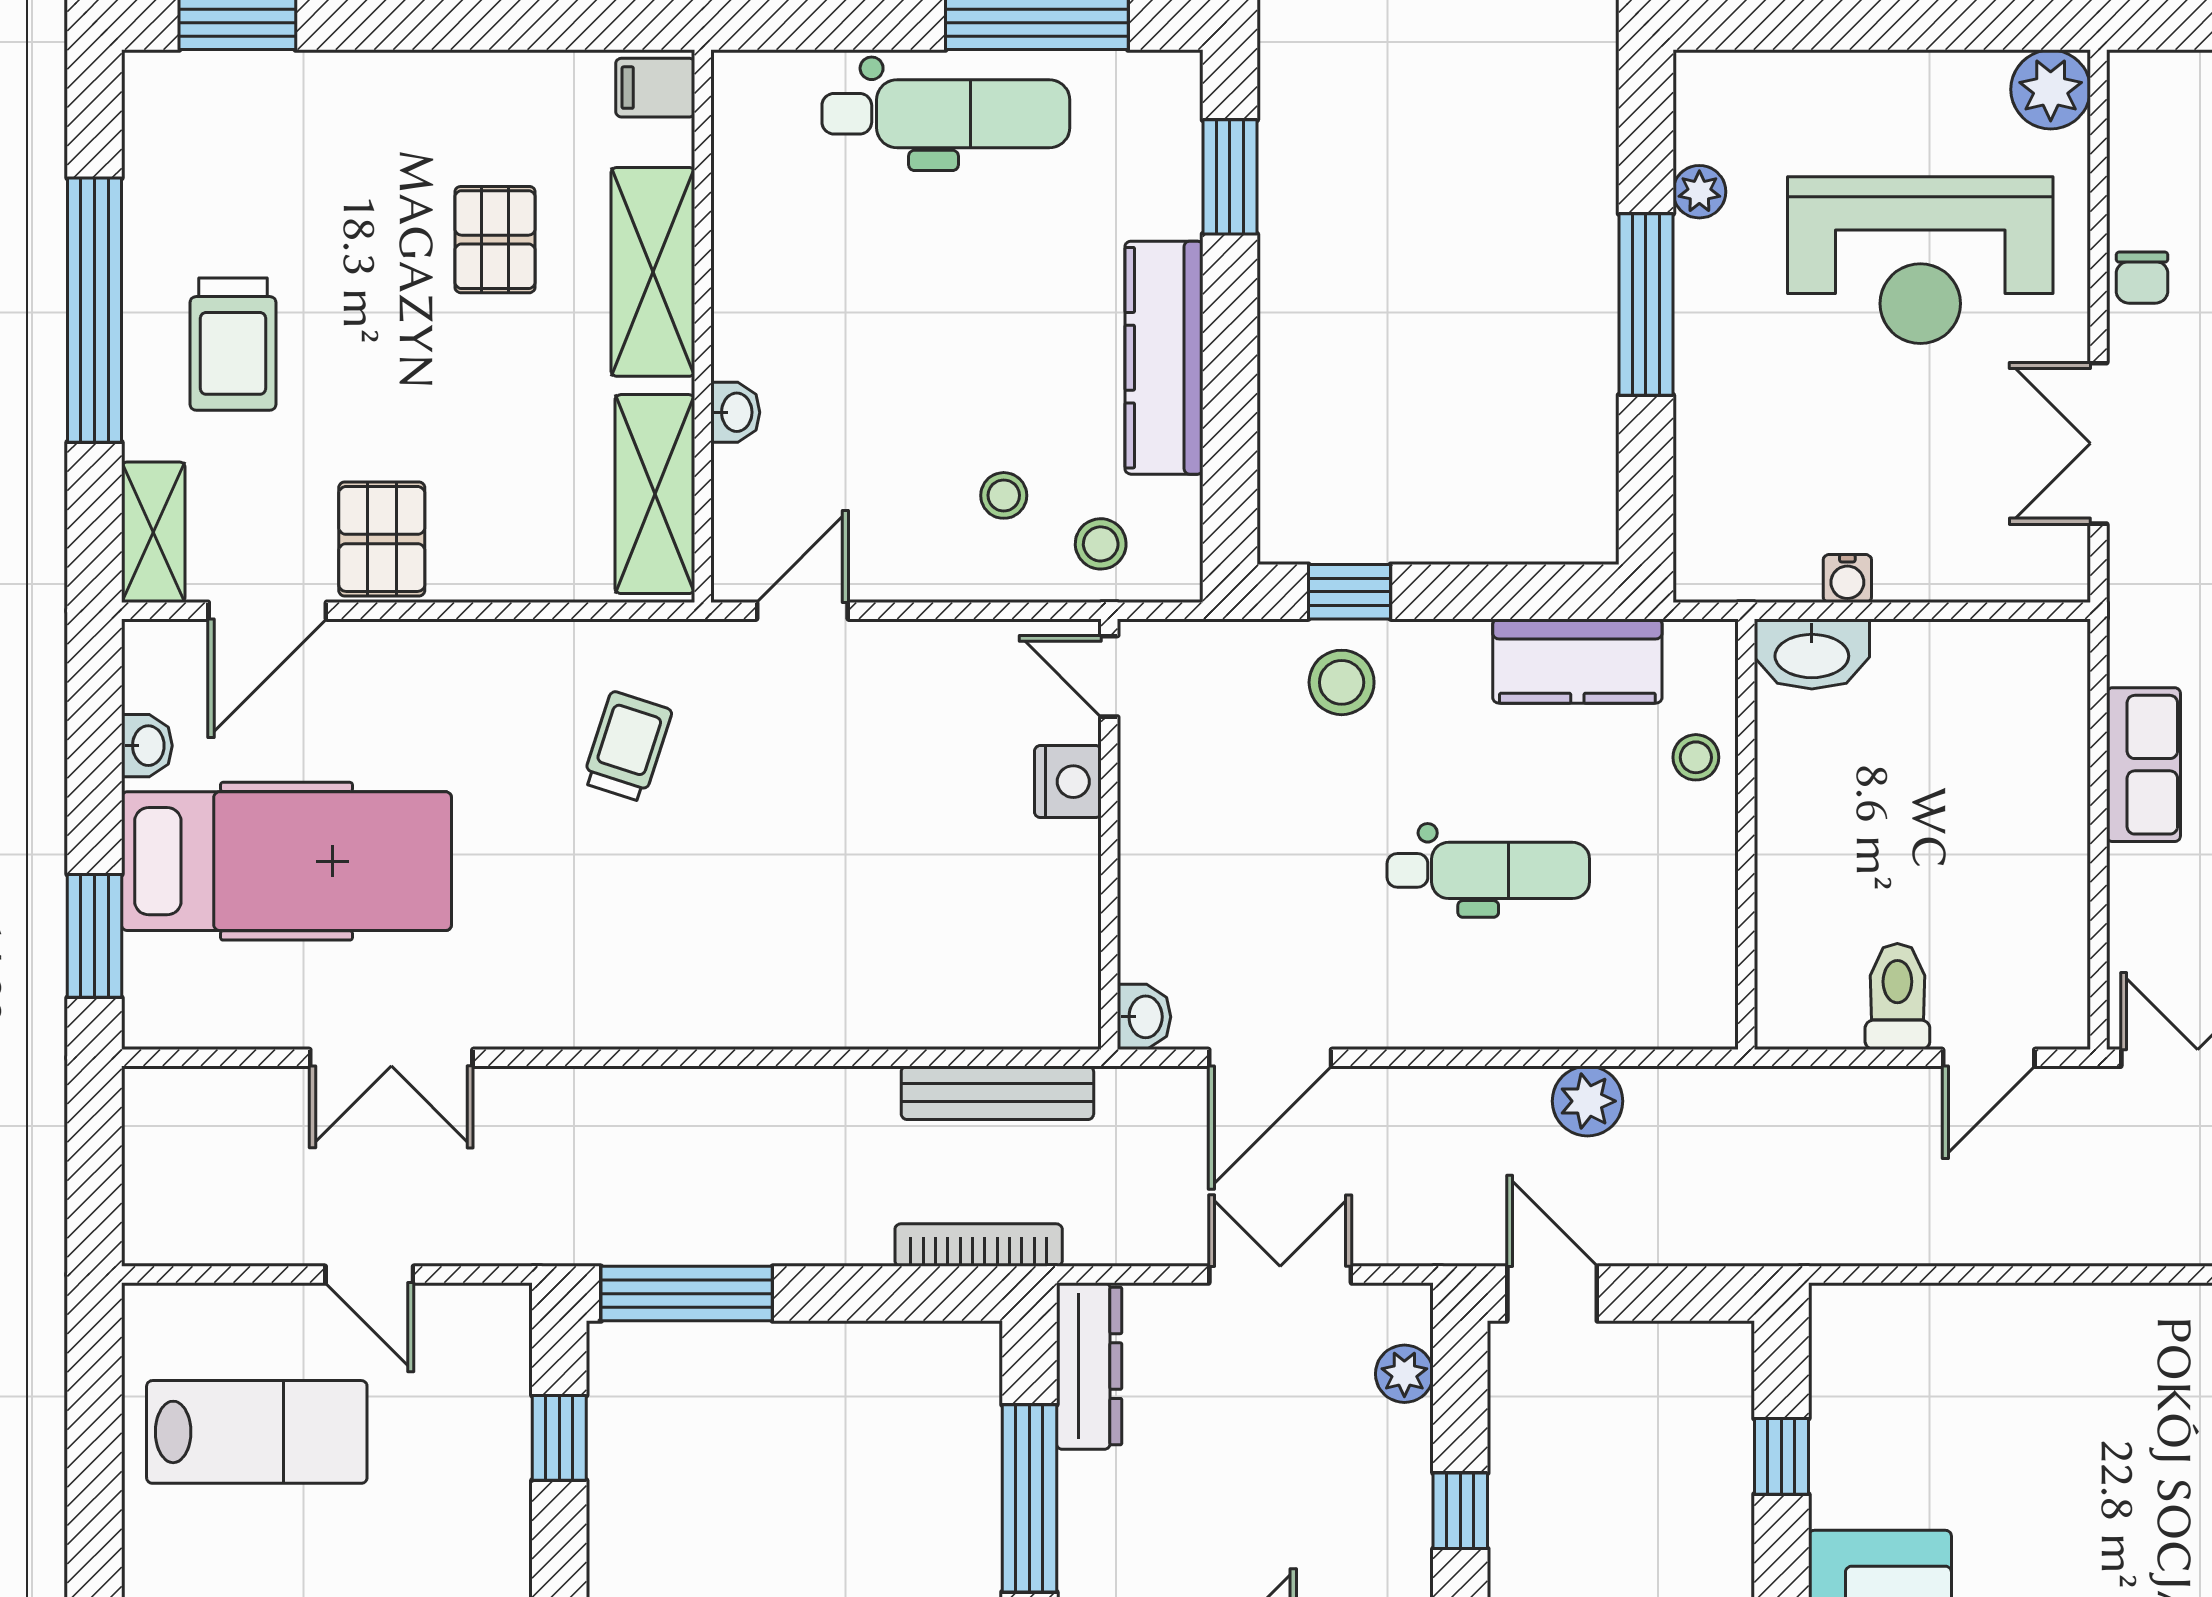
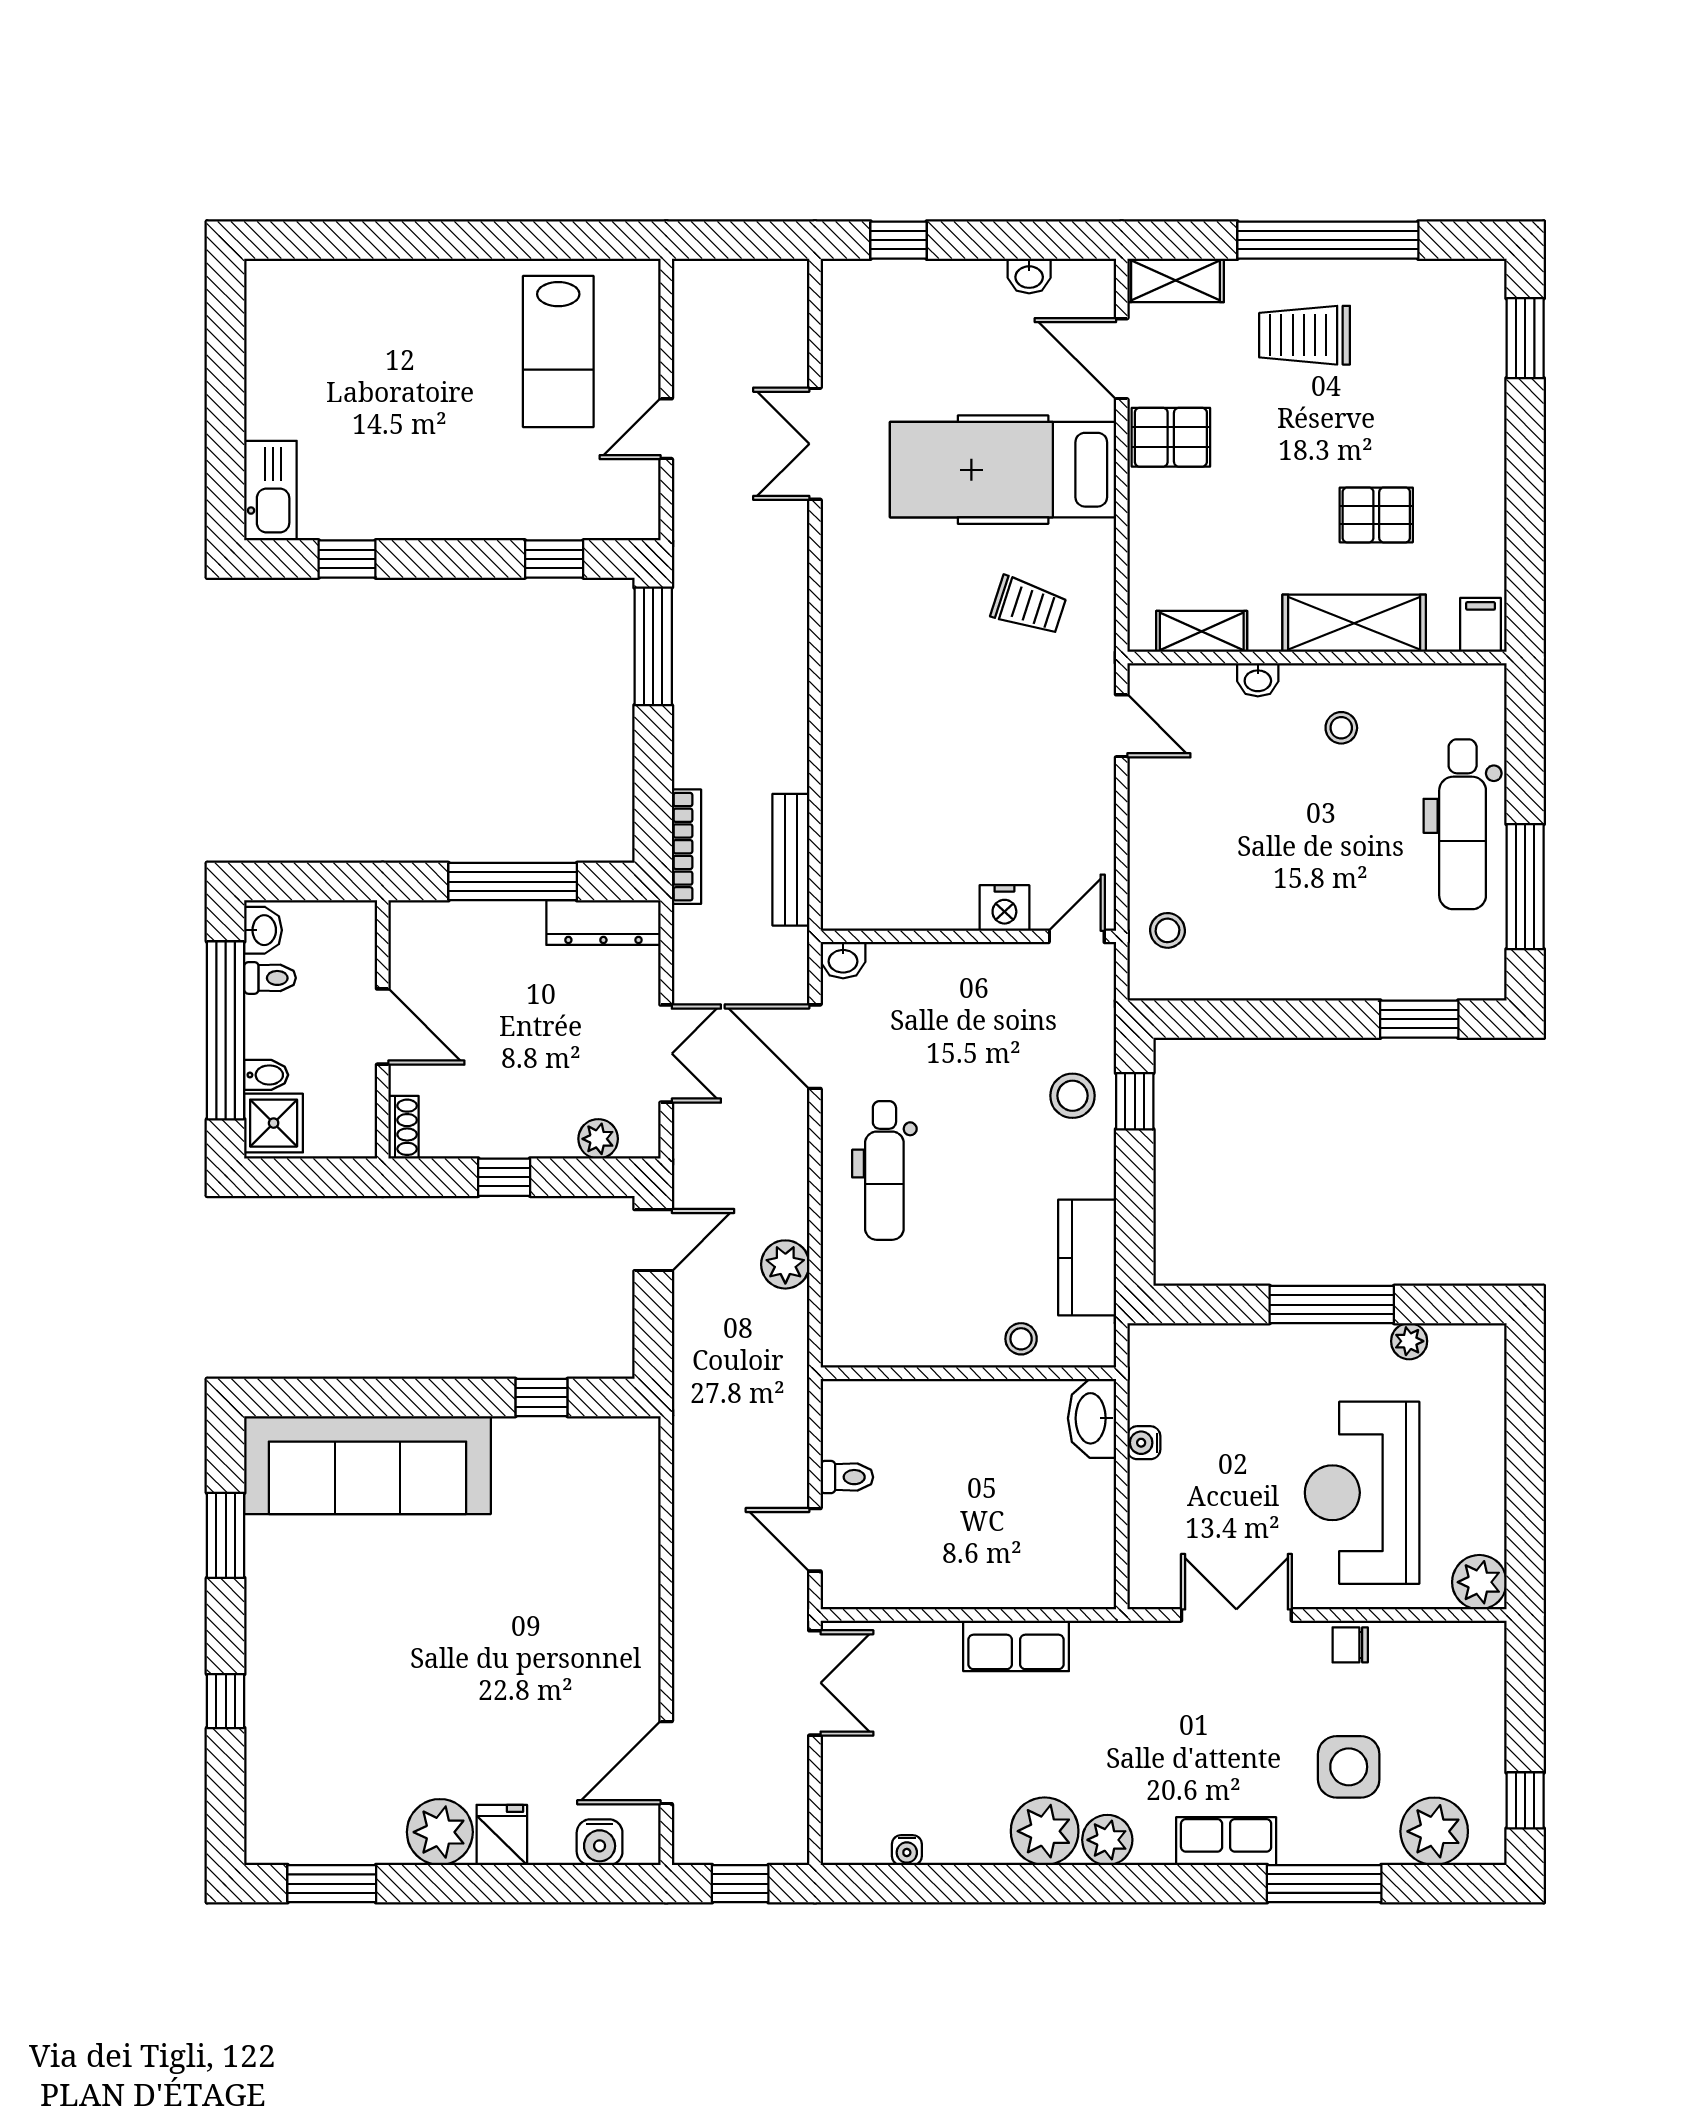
kitchen counter: (1164, 358) -> (1295, 974), removed
shelving: (655, 494) -> (1202, 631), width x0.67, depth x0.75
stool: (1004, 495) -> (1341, 728), moved
hospital bed: (286, 861) -> (1003, 470), moved, turned 90
dental chair: (1488, 870) -> (884, 1170), moved
window: (94, 936) -> (899, 240), width x0.67
toilet: (1897, 996) -> (847, 1477), width x0.73, depth x0.72

